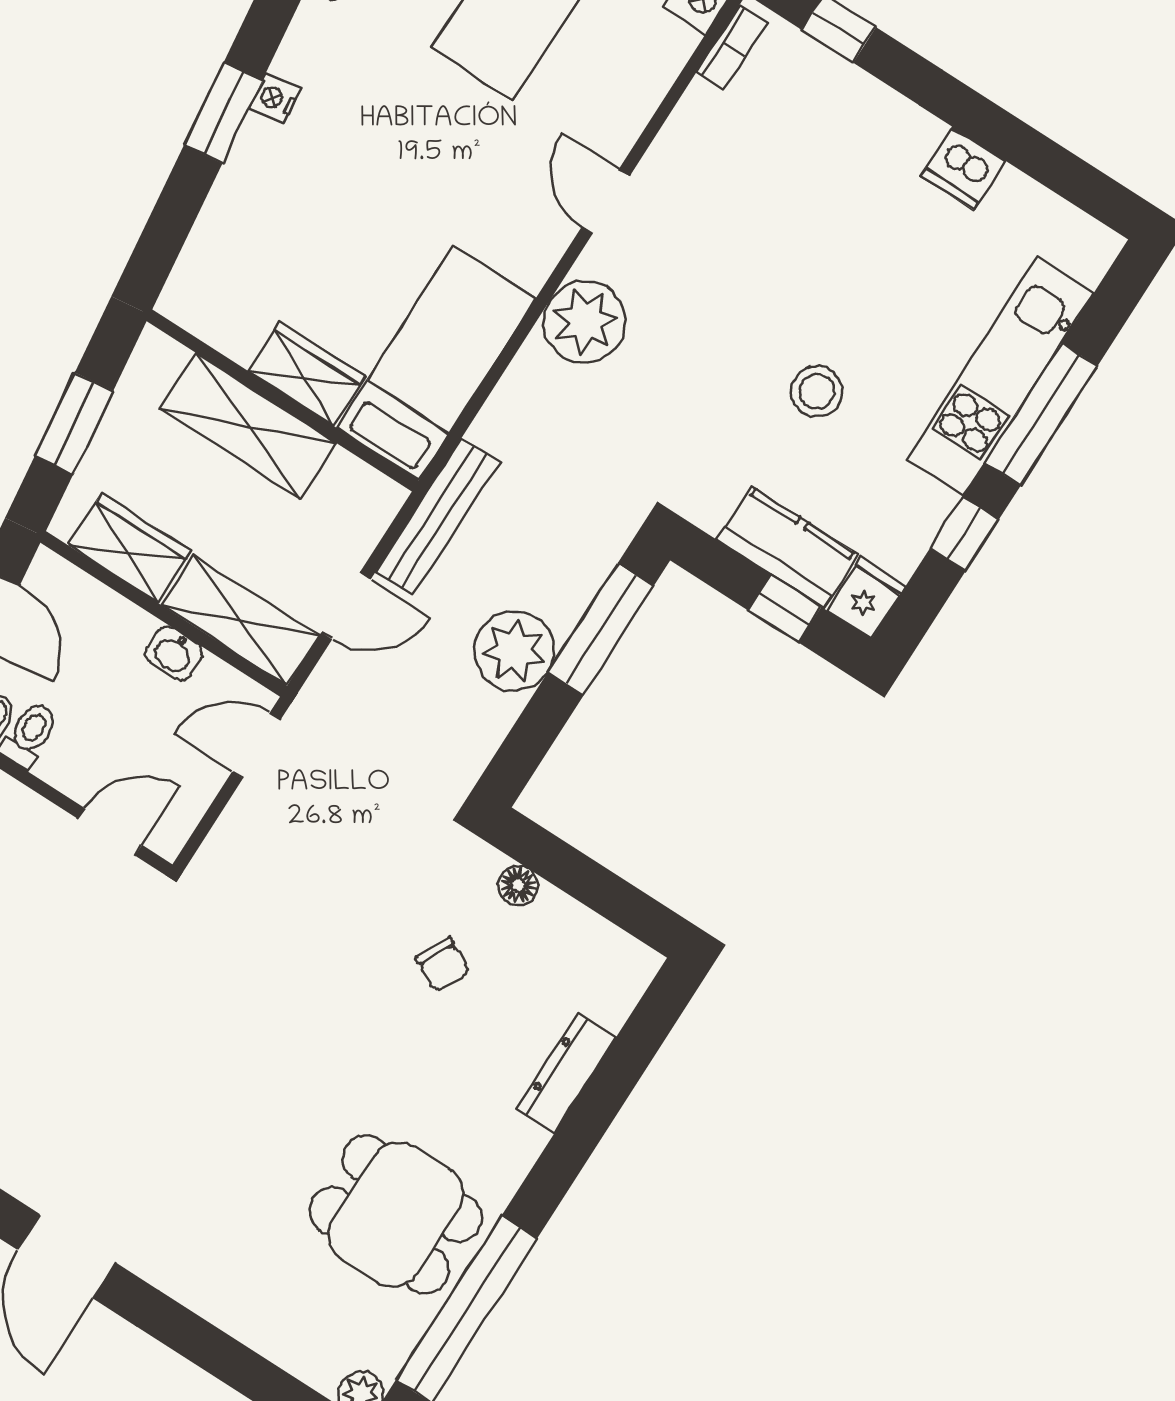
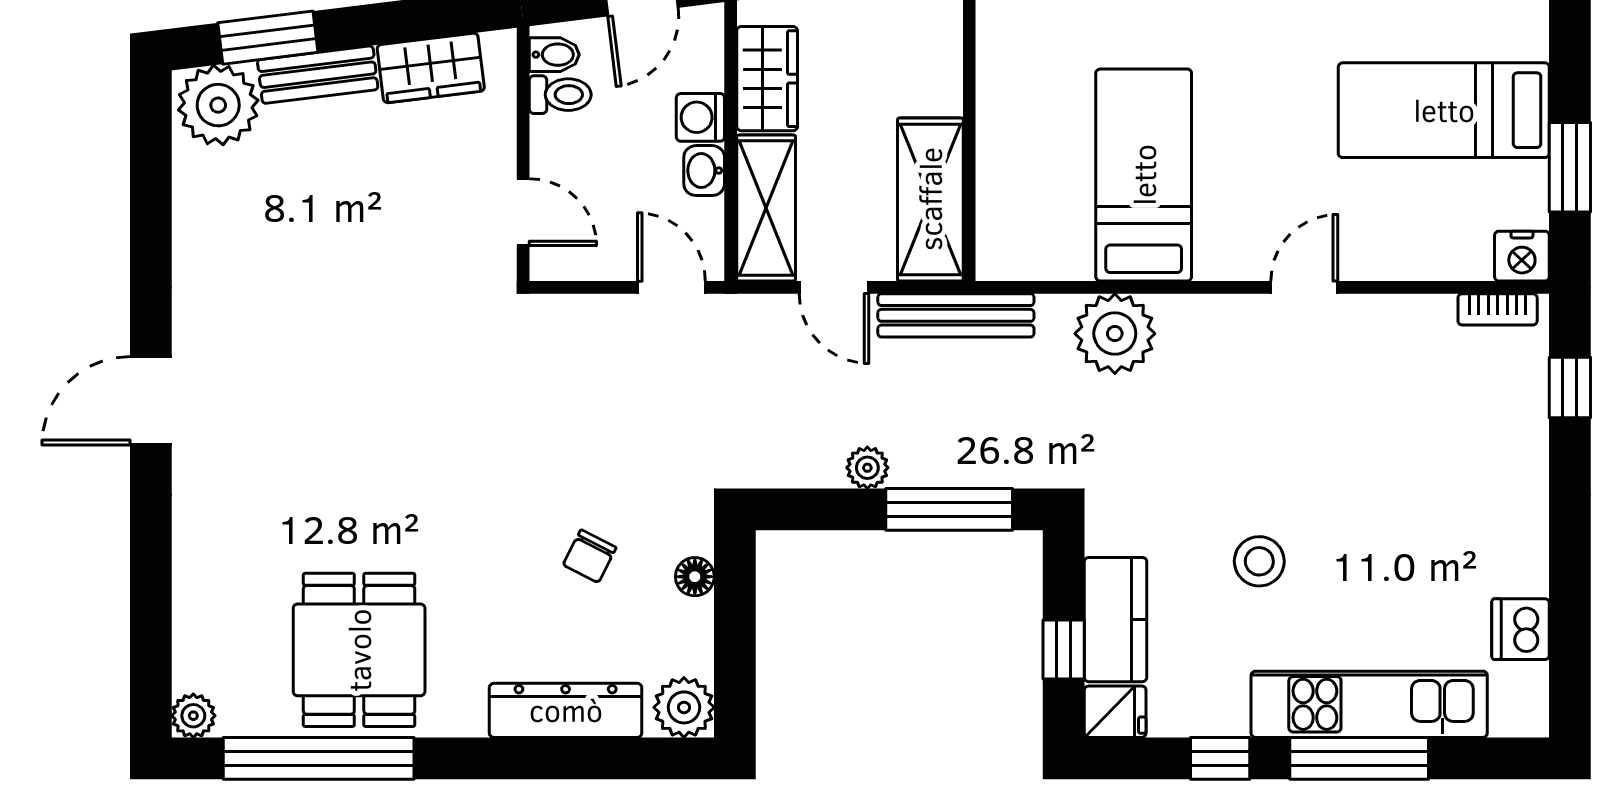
dishwasher: (963, 168) -> (1521, 629), moved
plant: (585, 322) -> (1115, 334), moved
bed: (436, 363) -> (1144, 175), moved, turned -90
wardrobe: (306, 374) -> (1004, 132), removed
shelving: (248, 426) -> (930, 199), moved
washing machine: (126, 627) -> (700, 117), added
plant: (514, 651) -> (867, 468), width x0.53, depth x0.53
plant: (625, 967) -> (684, 707), added
dresser: (566, 1073) -> (566, 710), width x1.37, depth x1.24

